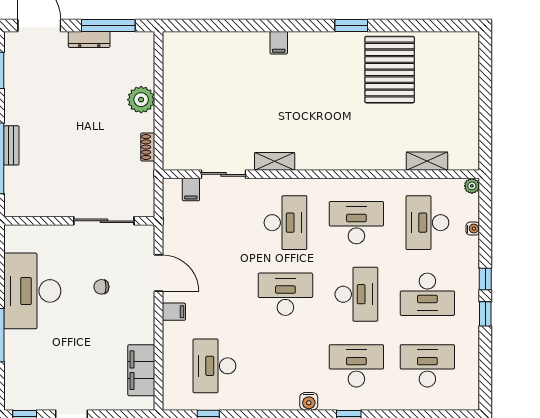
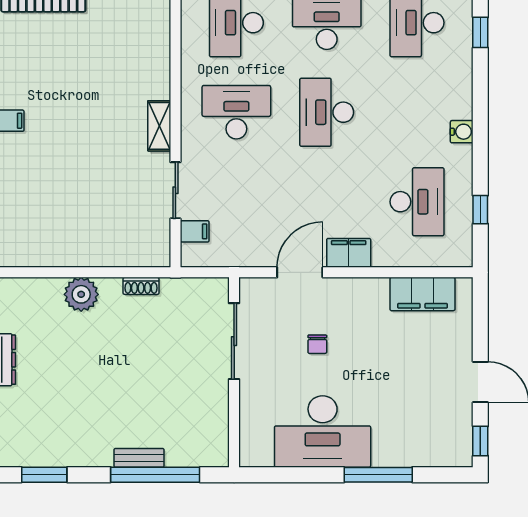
filing cabinet: (174, 312) -> (349, 253), width x2.00
desk: (214, 366) -> (417, 202), turned -90
water cooler: (309, 401) -> (462, 132), moved

